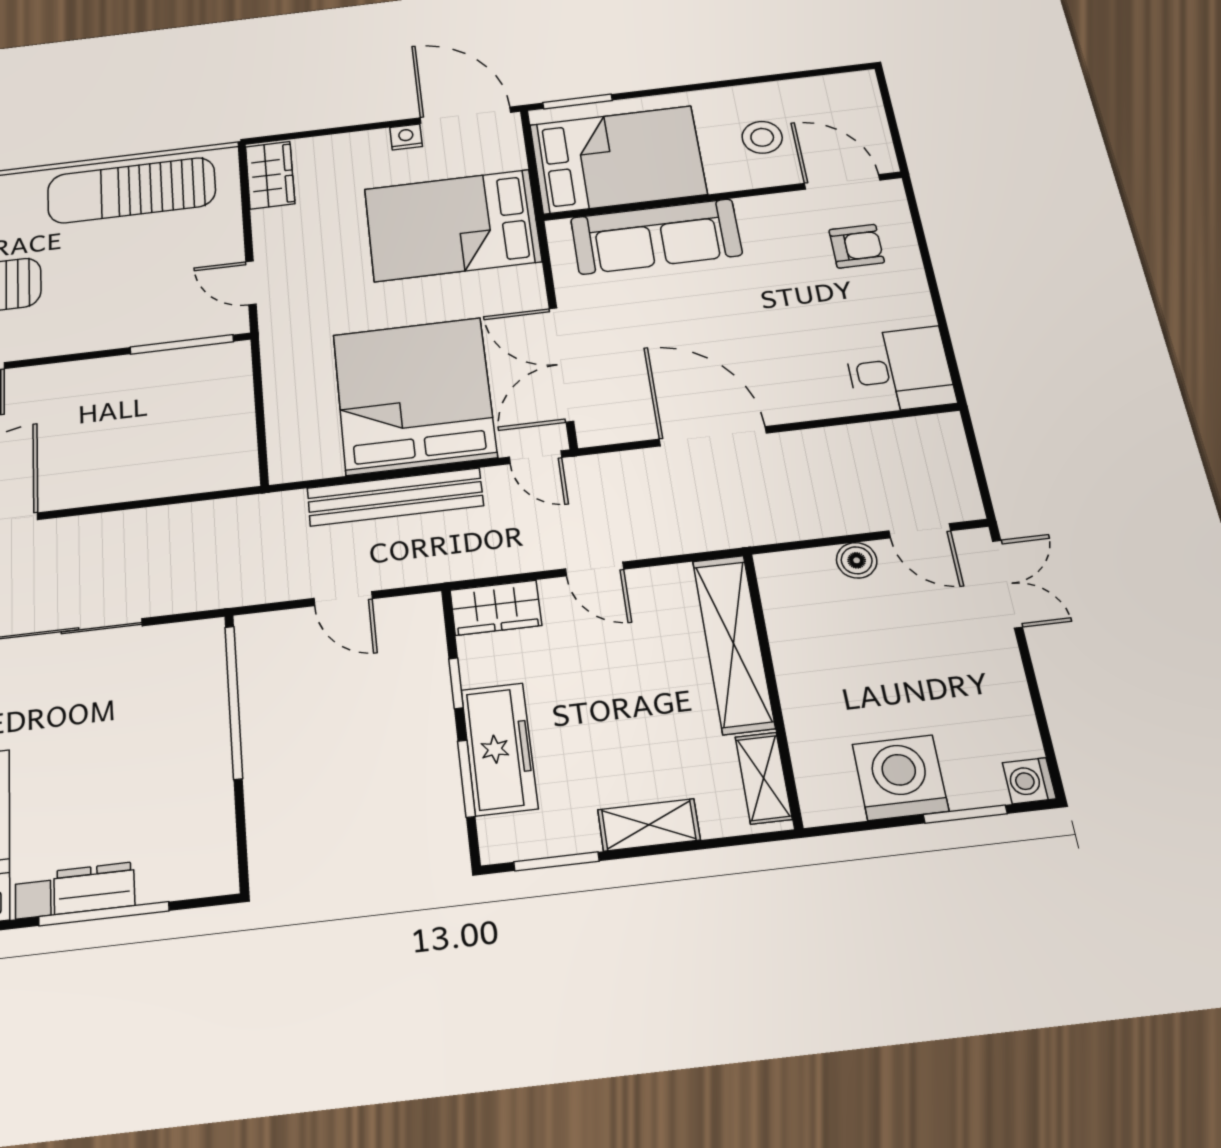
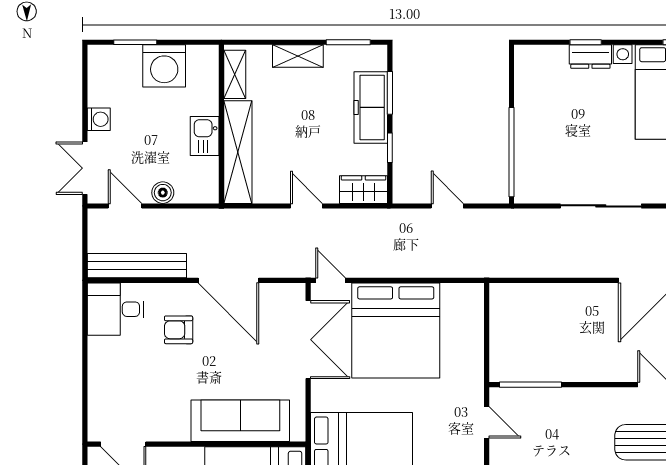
armchair: (857, 246) -> (179, 330), moved
bench: (395, 497) -> (137, 266), moved
kitchen sink: (800, 663) -> (205, 136), added
washing machine: (1029, 781) -> (99, 119), moved
window: (104, 914) -> (586, 42), width x0.46

